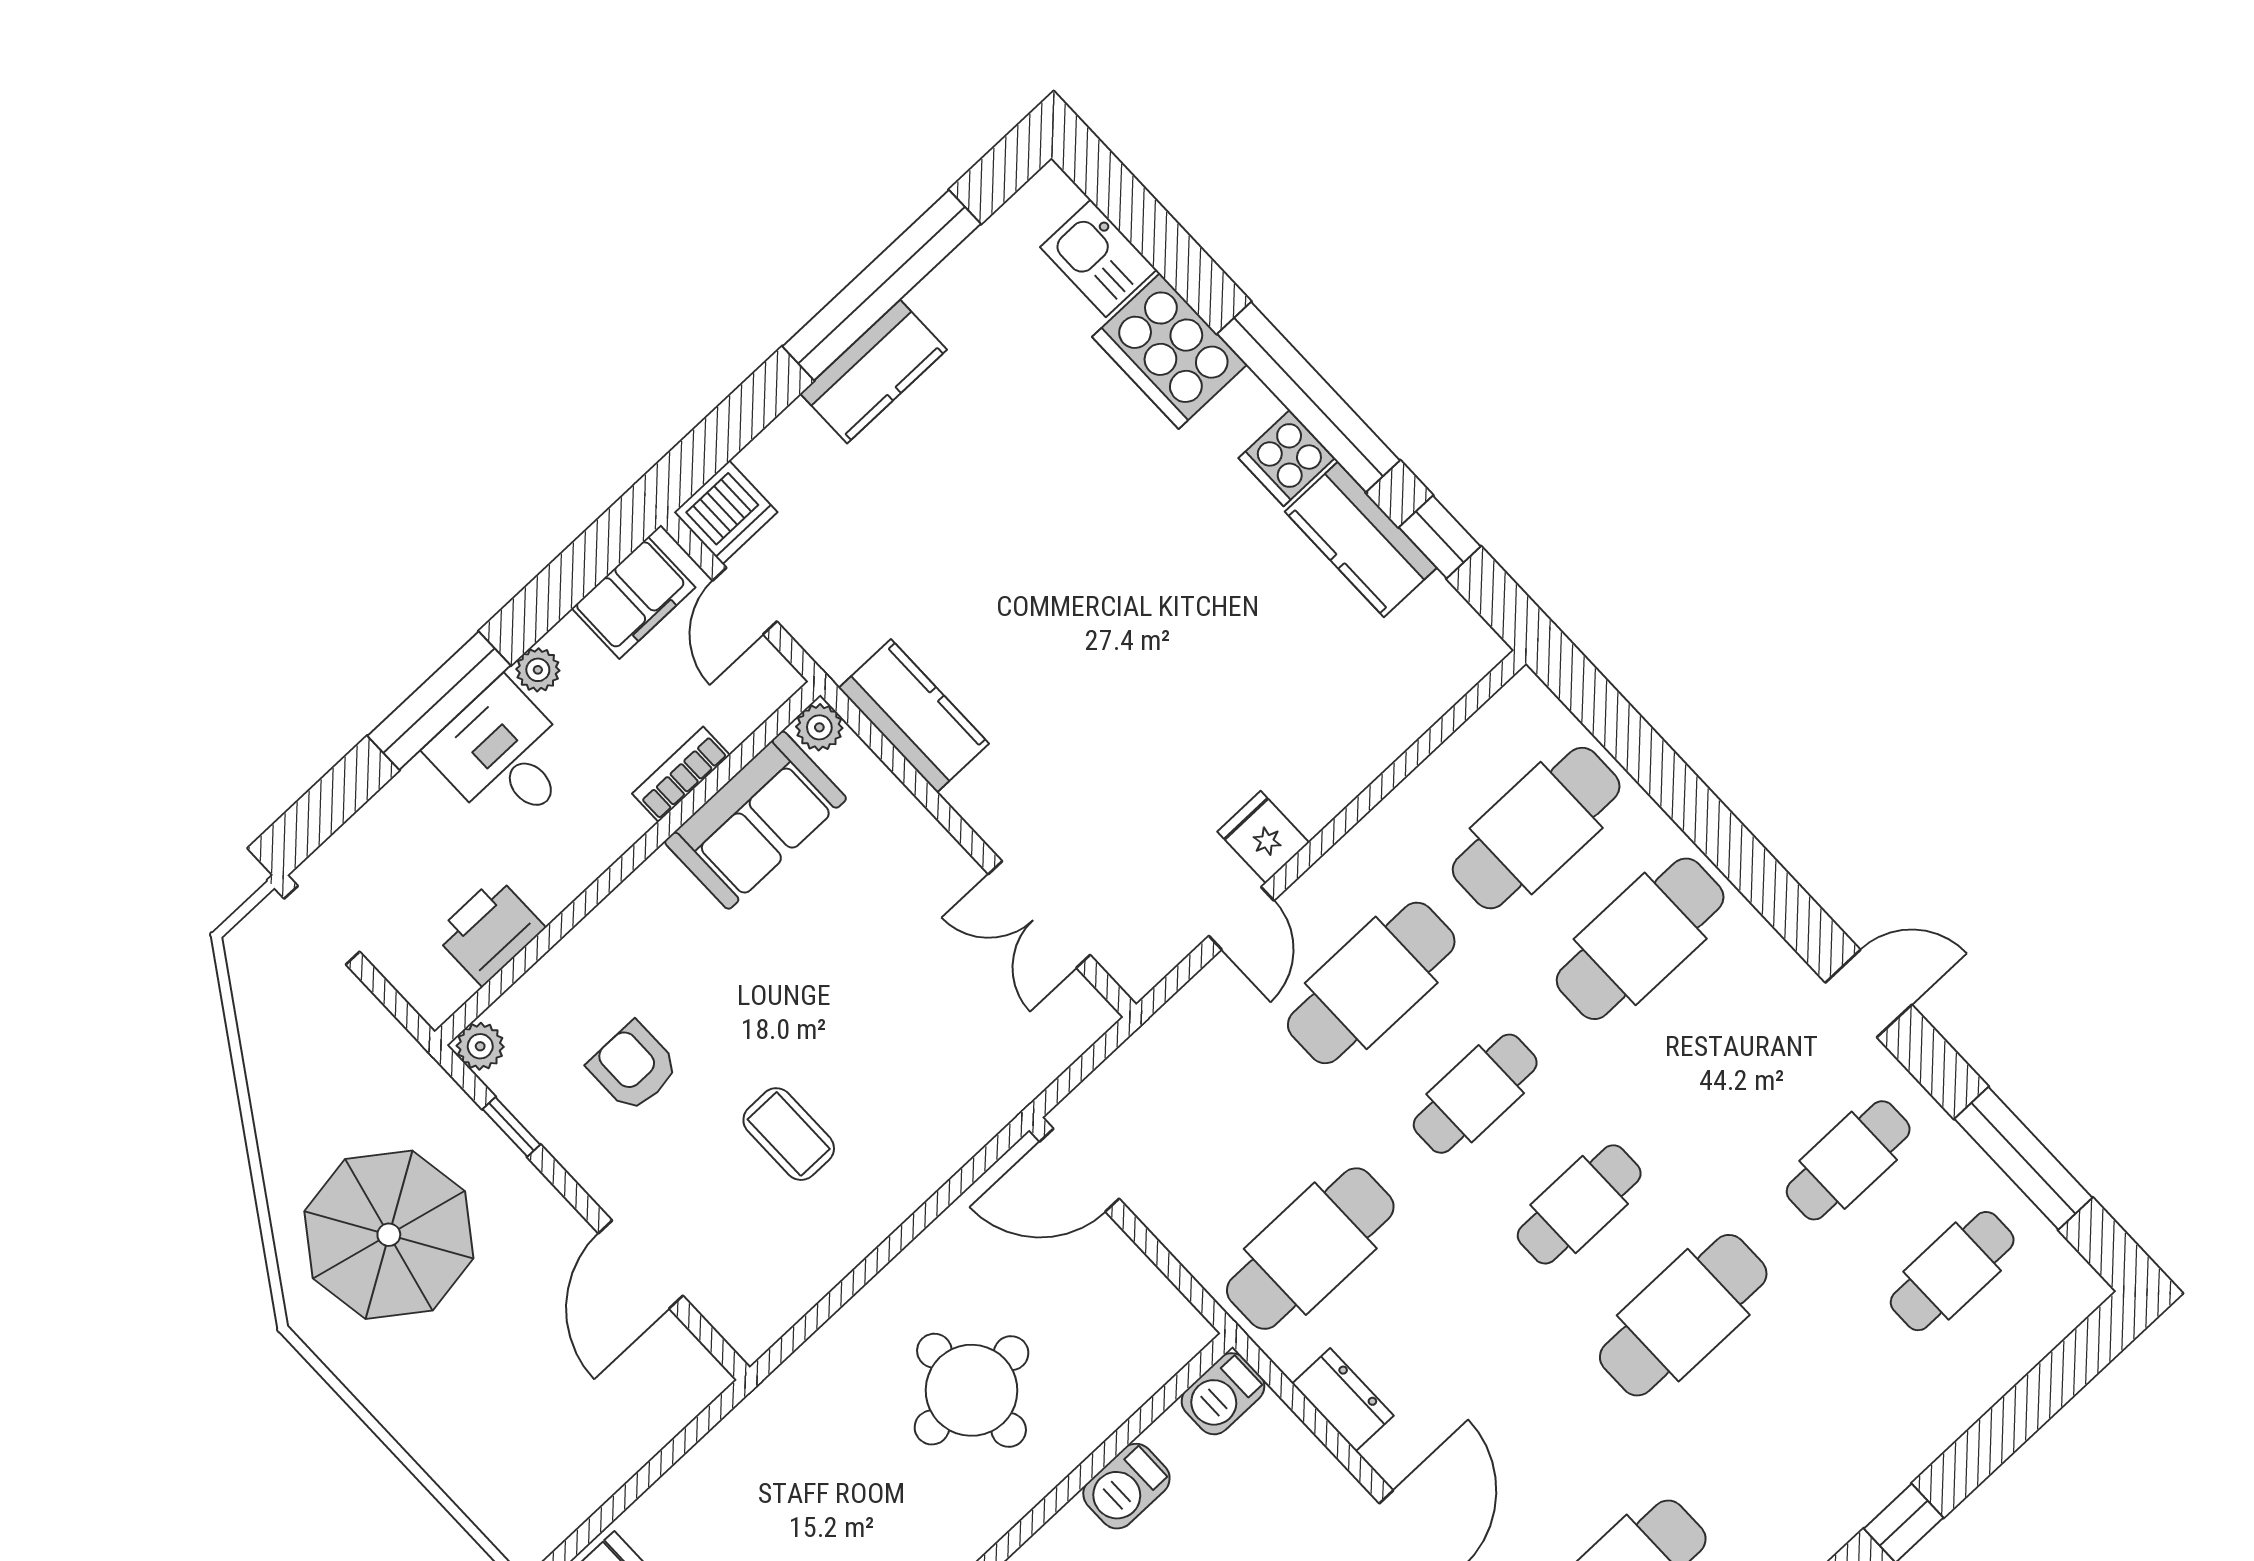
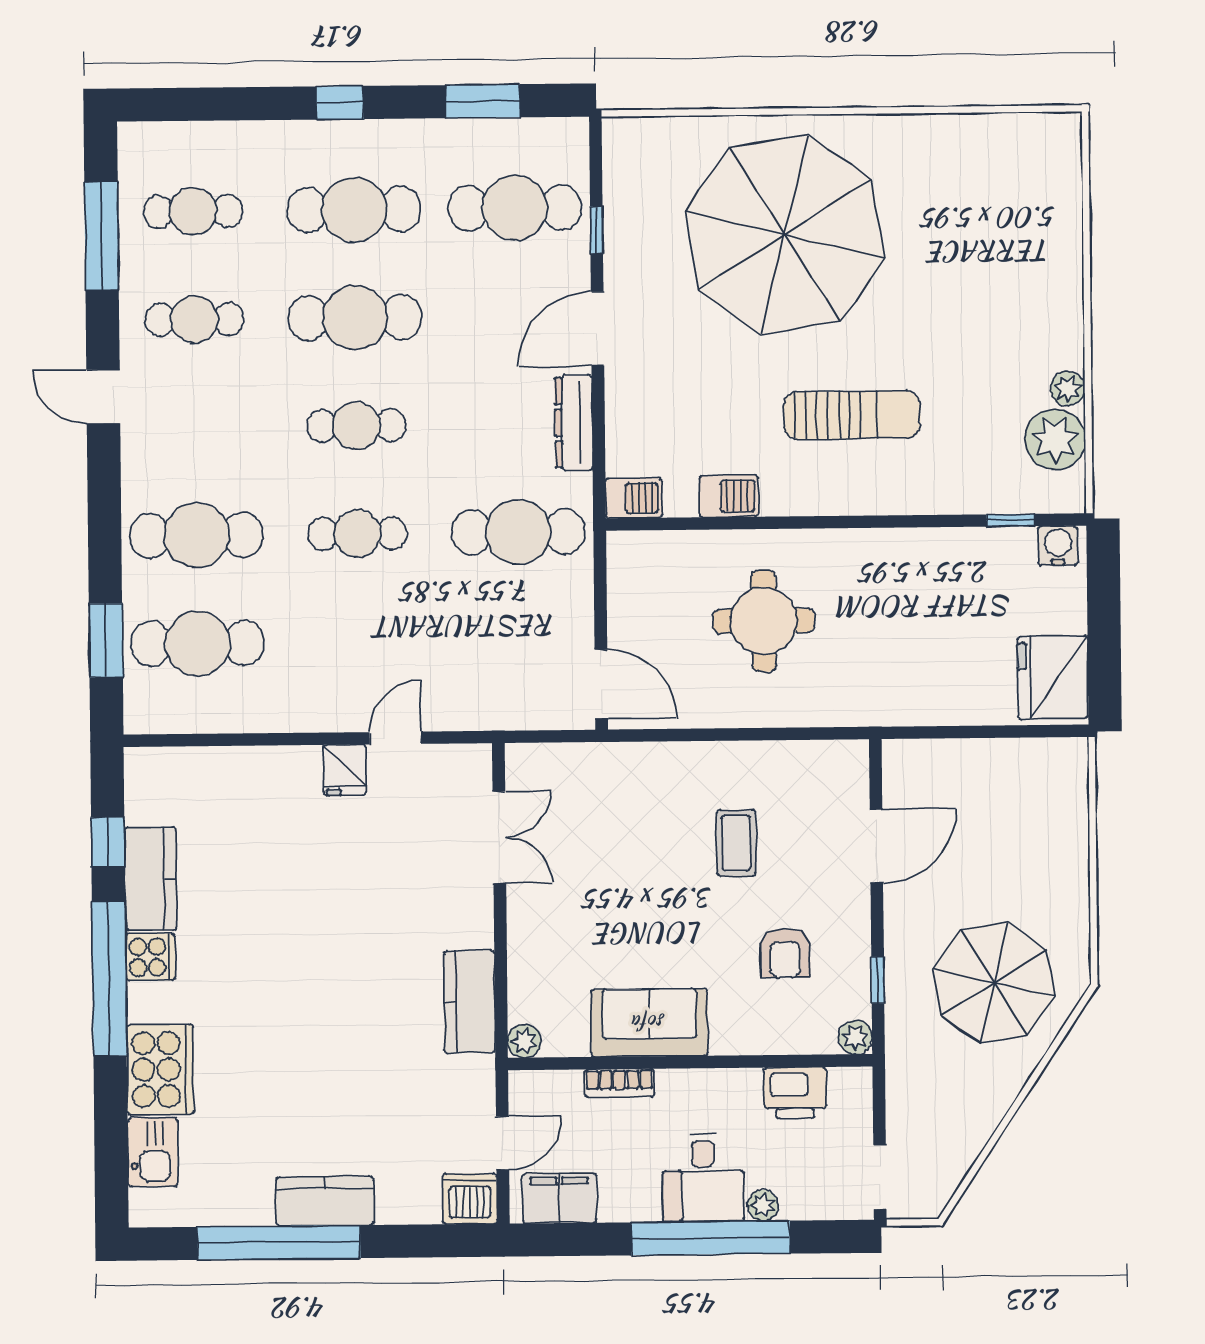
plant: (538, 670) -> (763, 1205), moved
window: (439, 701) -> (711, 1238), width x1.46
window: (1634, 744) -> (106, 640), added
sofa: (756, 820) -> (649, 1023), moved
cafe table: (1371, 983) -> (354, 210), moved
dresser: (1343, 1400) -> (574, 423), width x1.44

